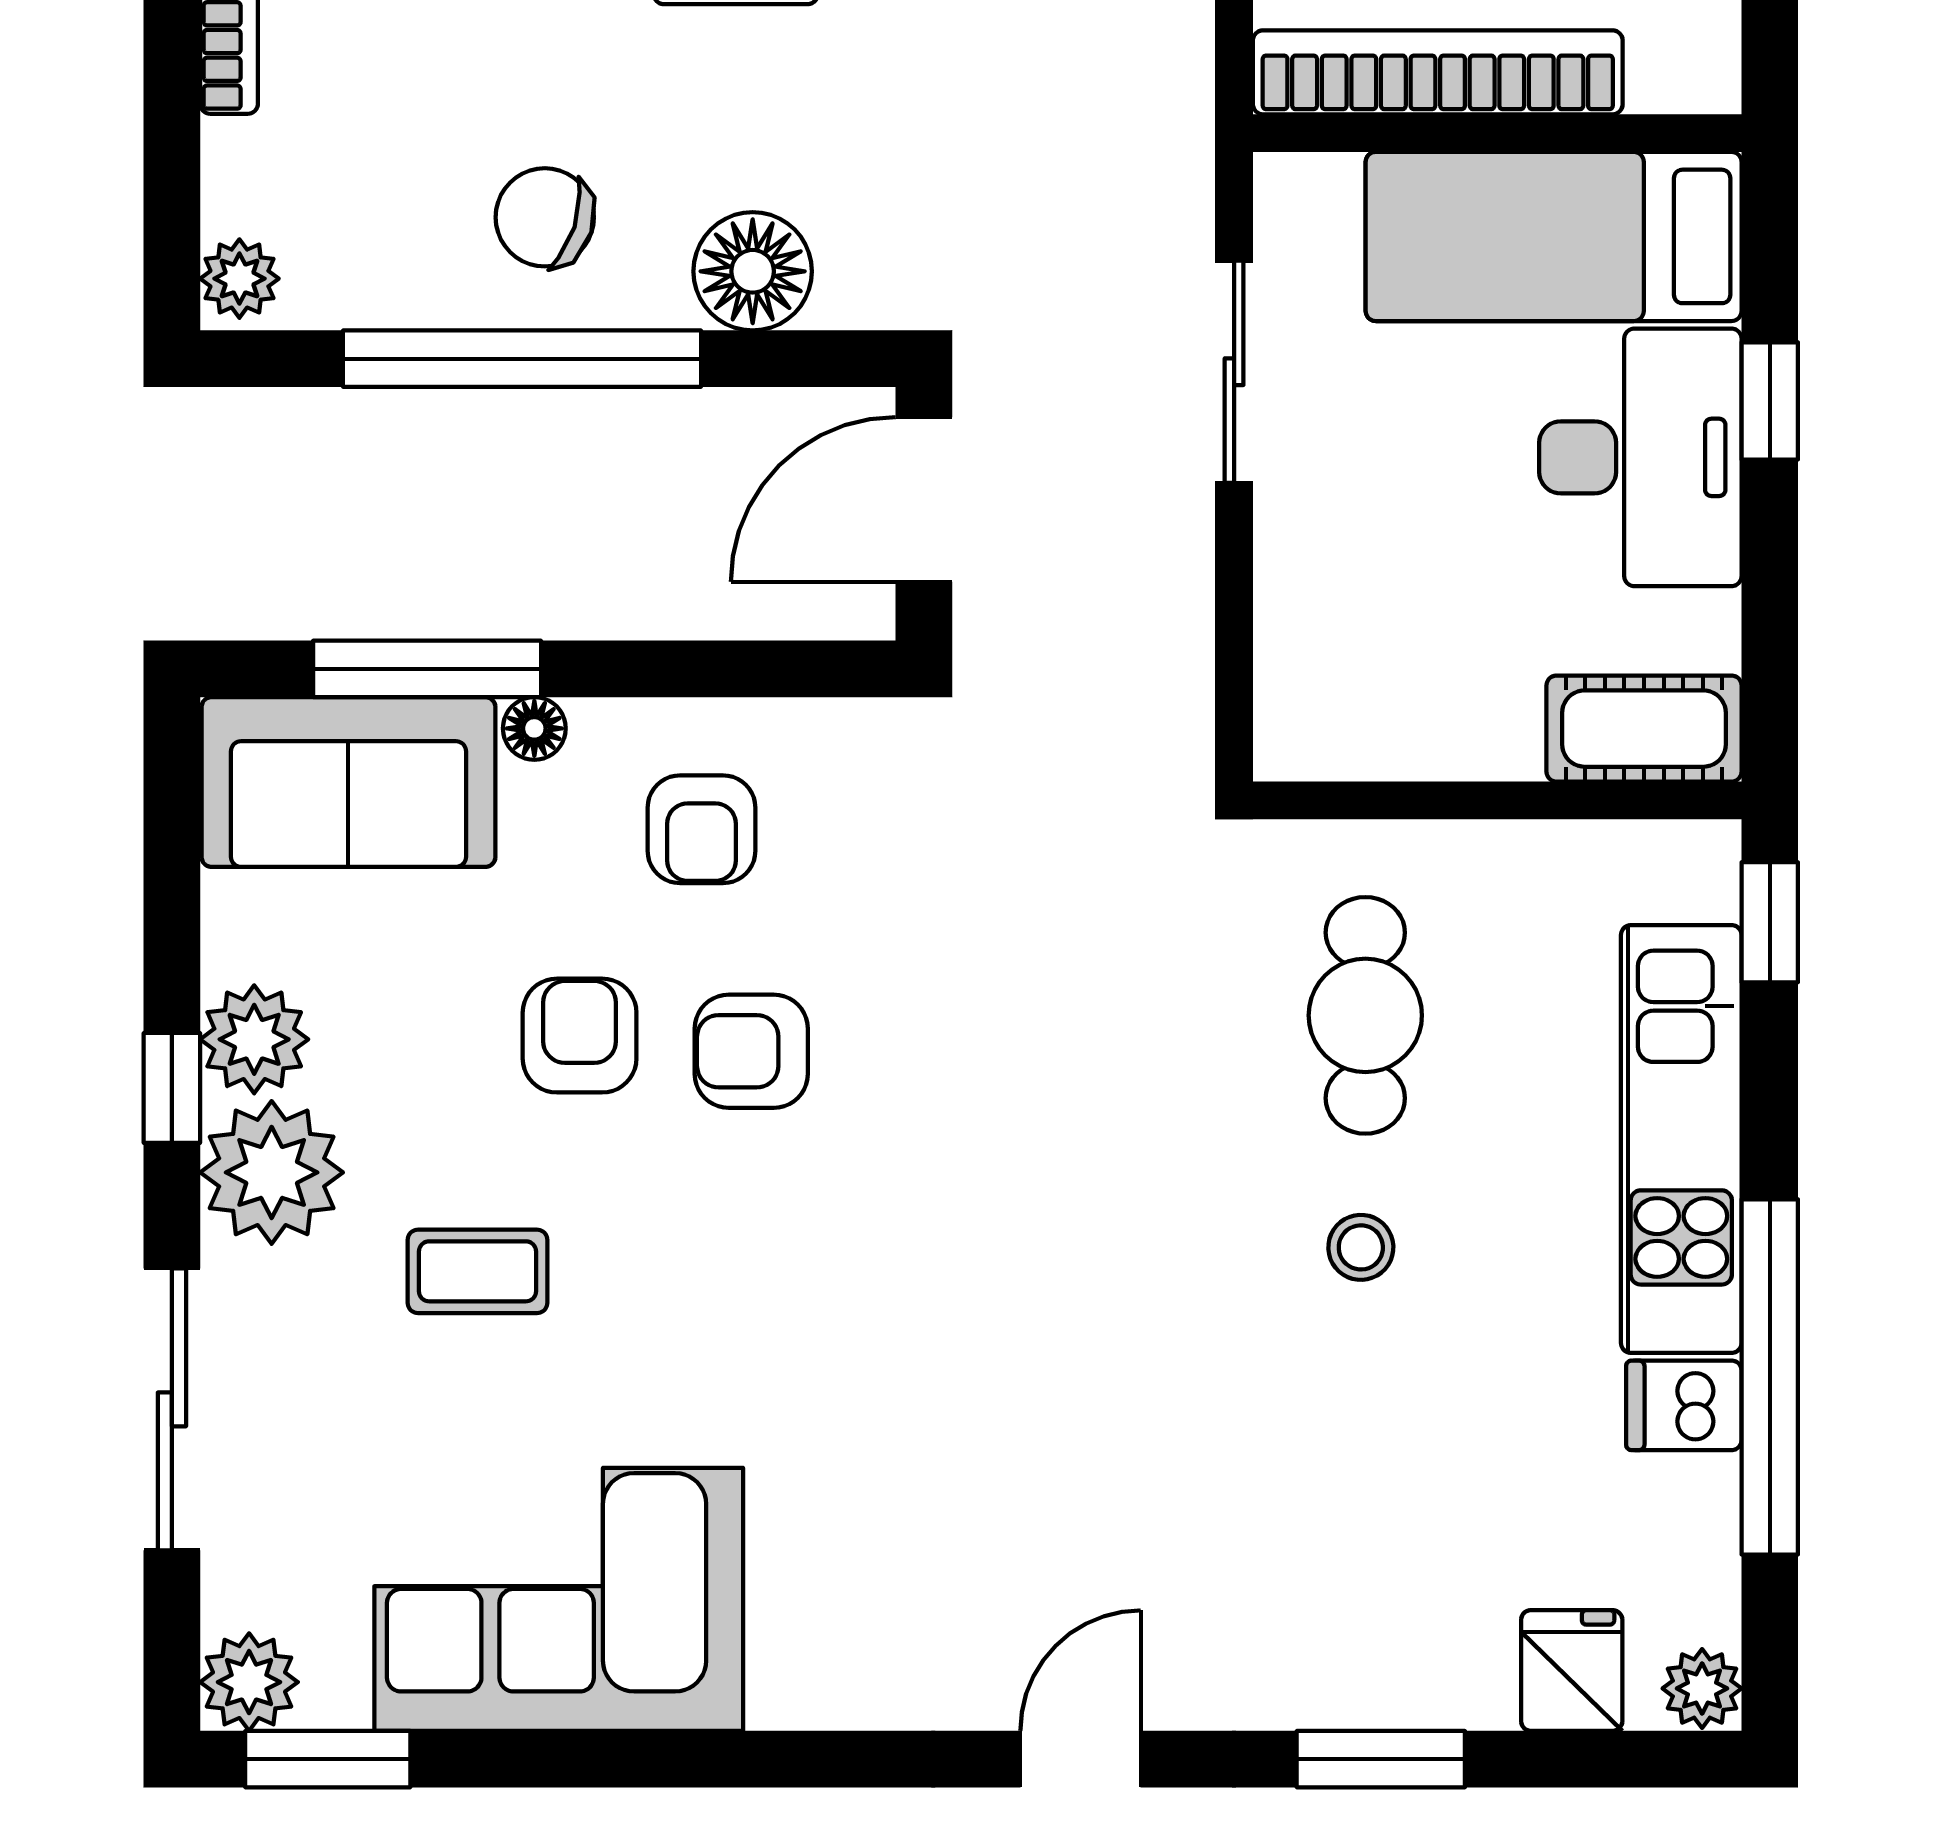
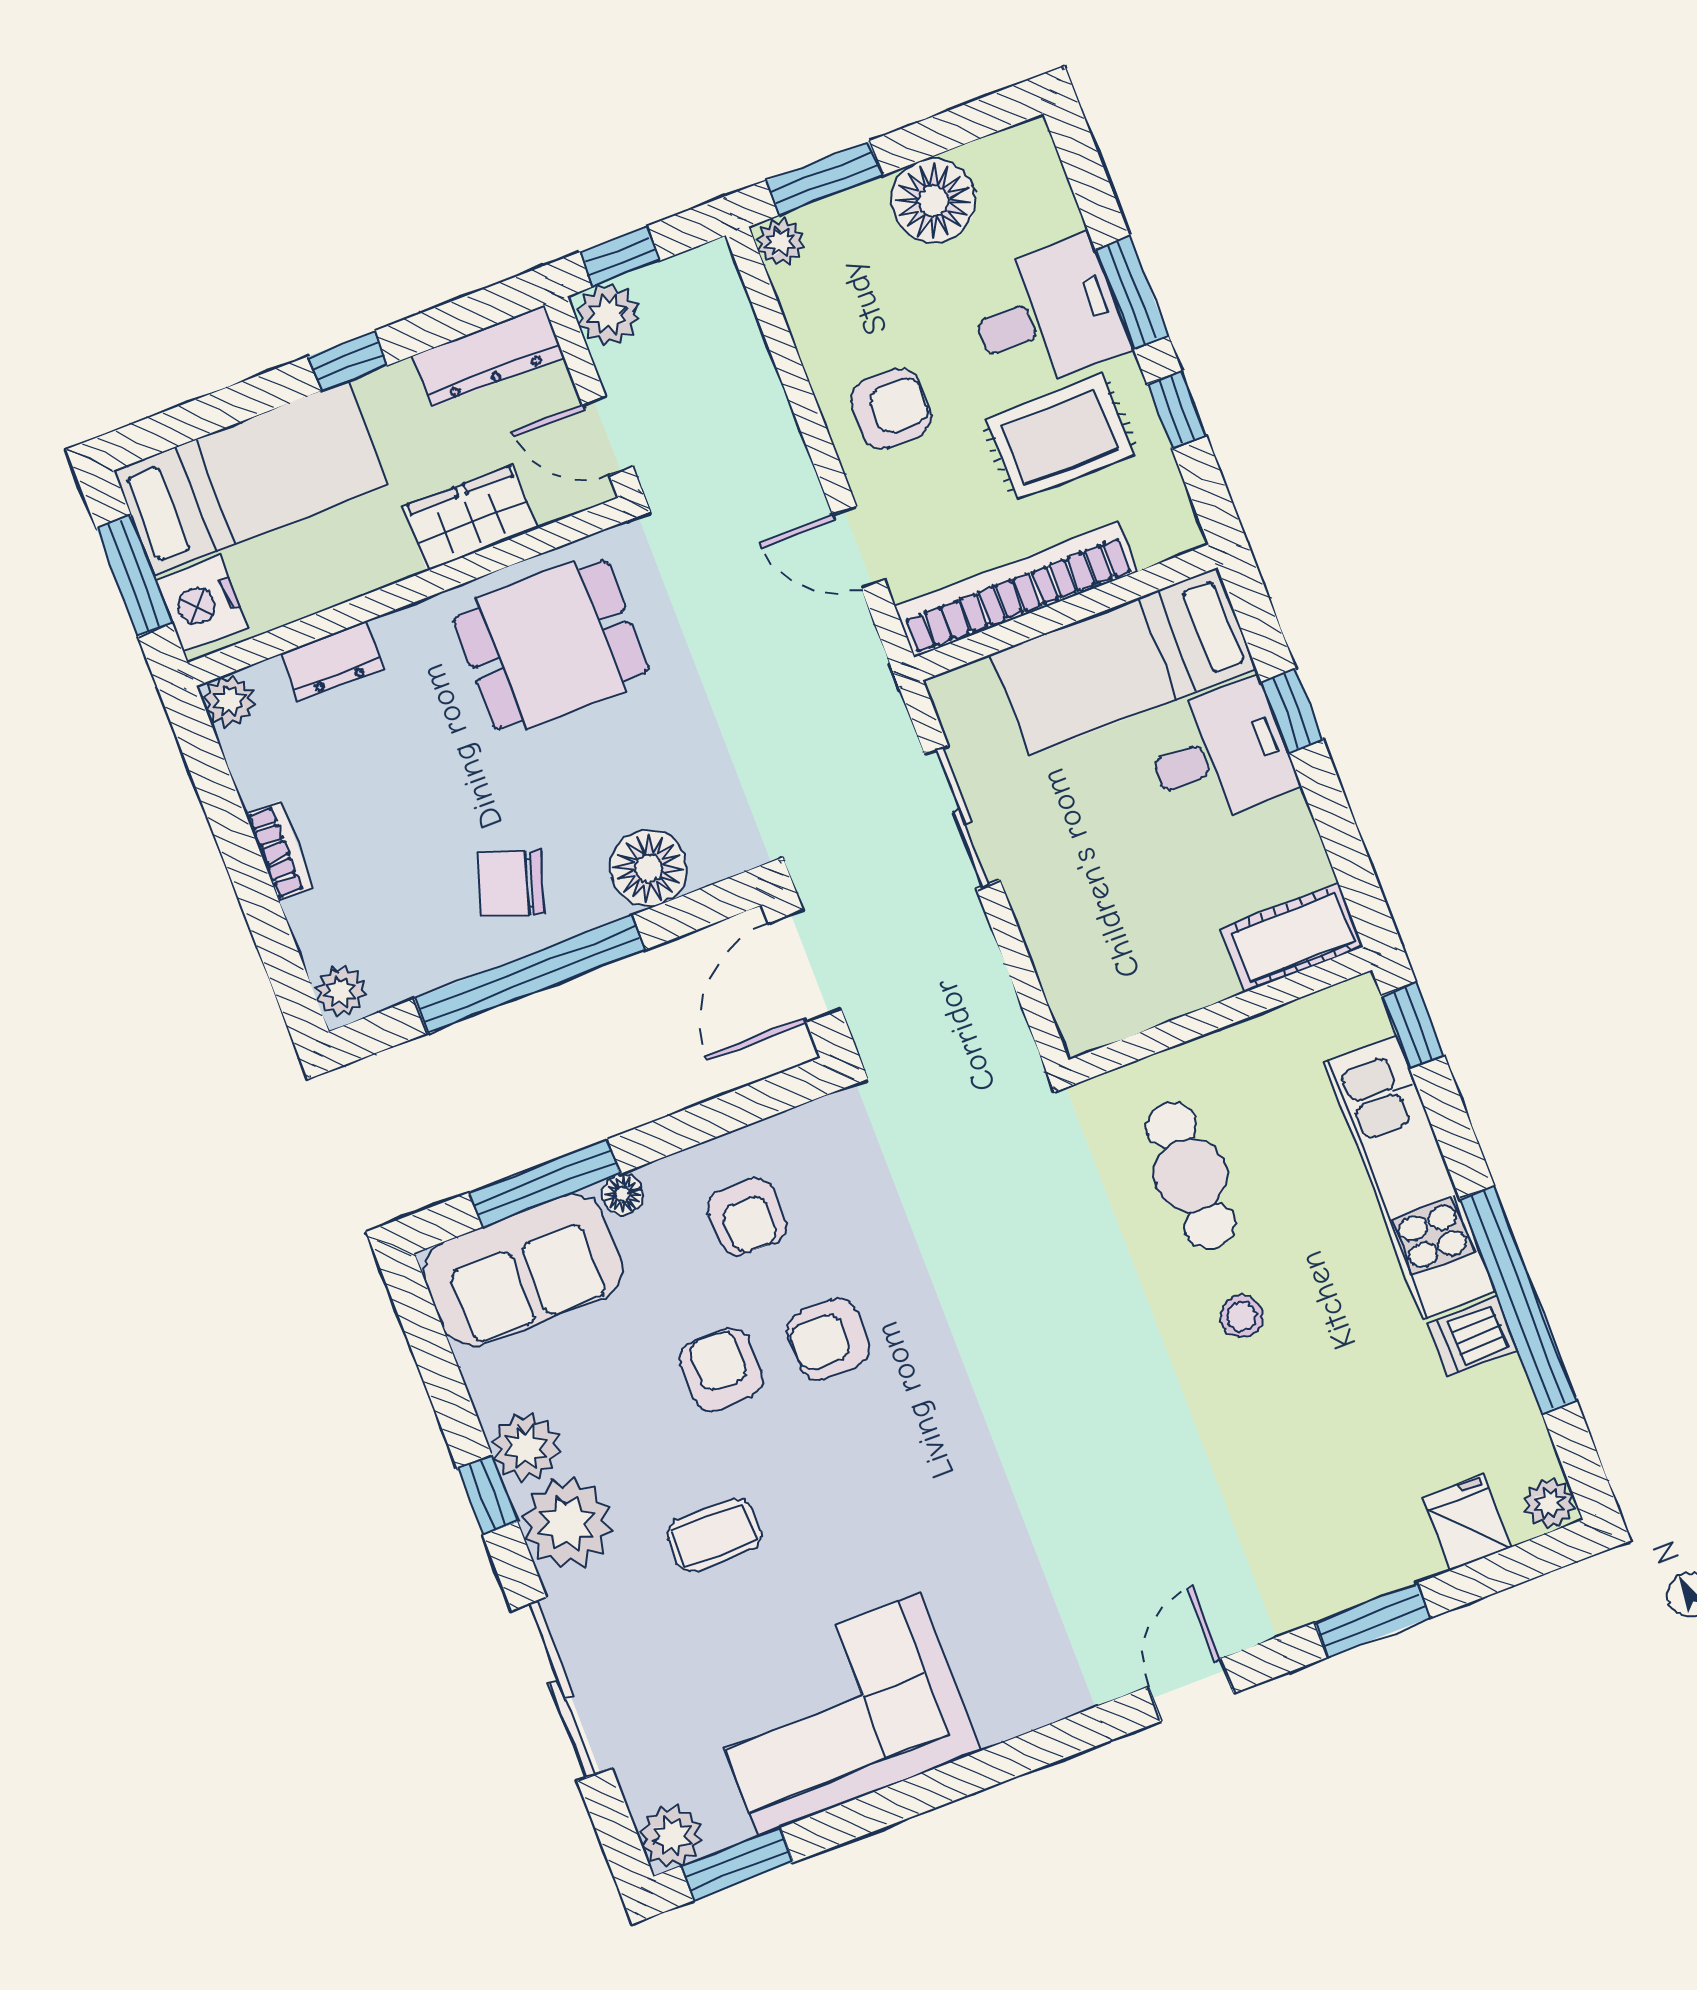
desk: (1640, 457) -> (1219, 754), width x0.73

